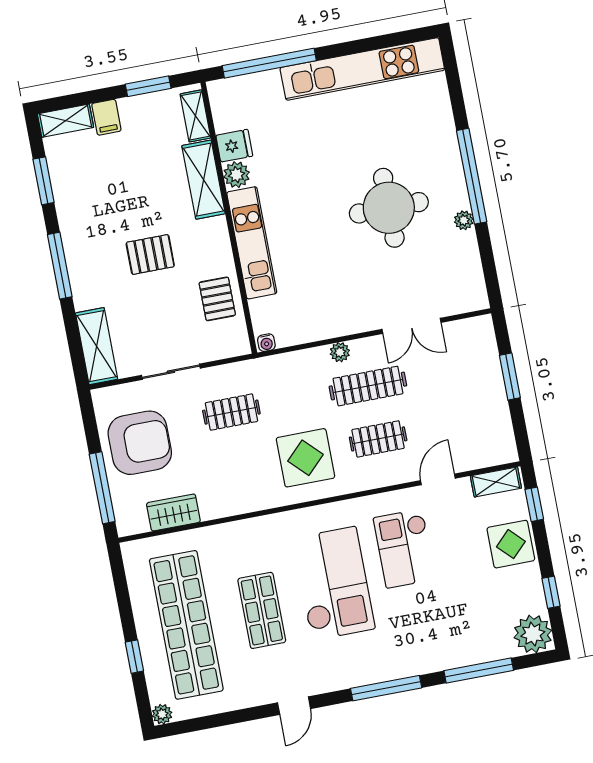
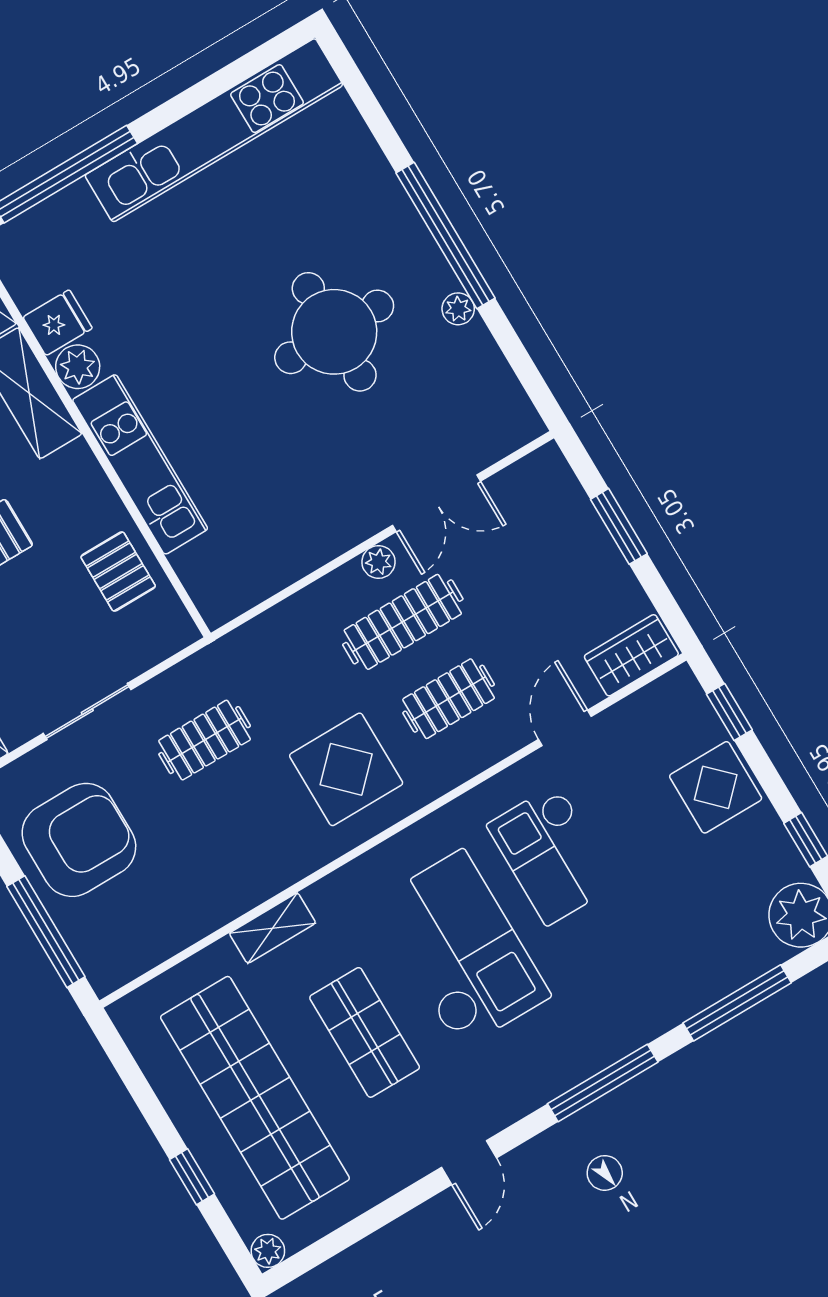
water cooler: (266, 343) -> (220, 612), removed
plant: (340, 352) -> (378, 562), moved
shelving: (496, 482) -> (273, 928), moved
wardrobe: (173, 512) -> (631, 655), moved

